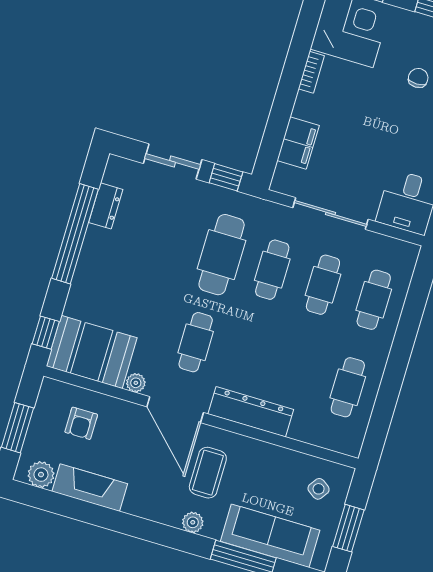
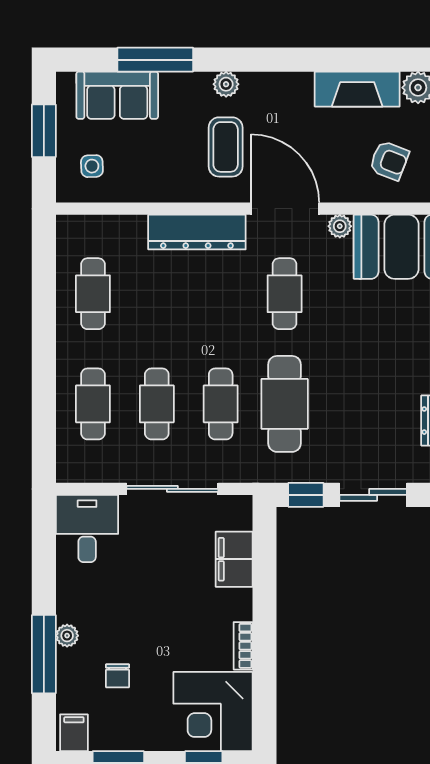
armchair: (81, 423) -> (389, 161), turned 111
side table: (319, 489) -> (92, 166), turned -37
sofa: (270, 536) -> (117, 95), width x0.73

